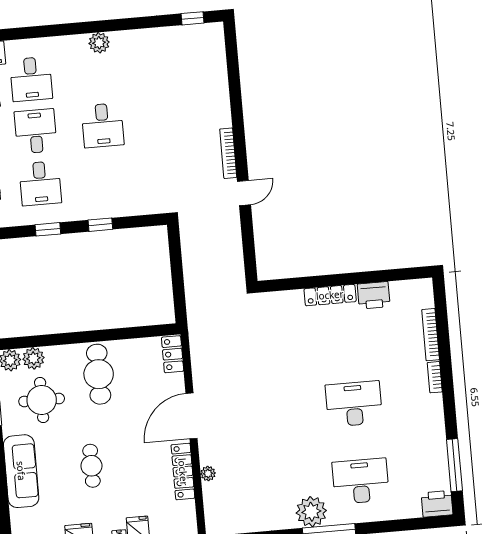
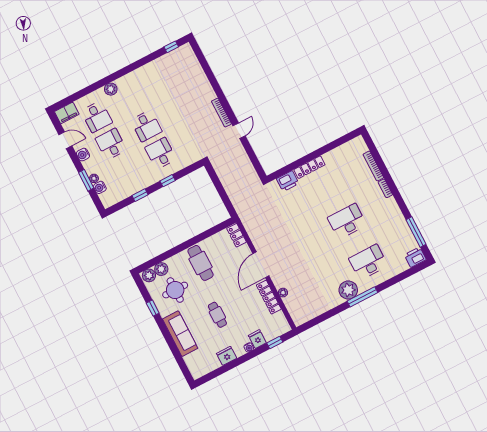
plant: (99, 43) -> (111, 89), moved
desk: (40, 183) -> (161, 153), moved, turned 180
printer: (374, 295) -> (288, 181), moved

